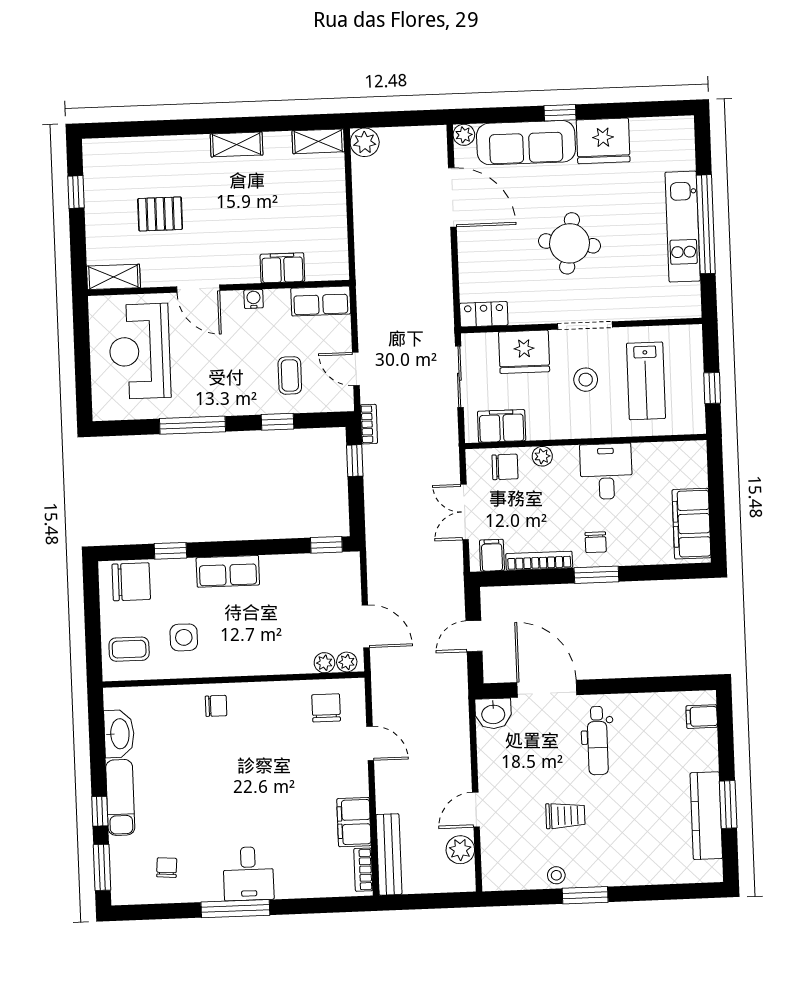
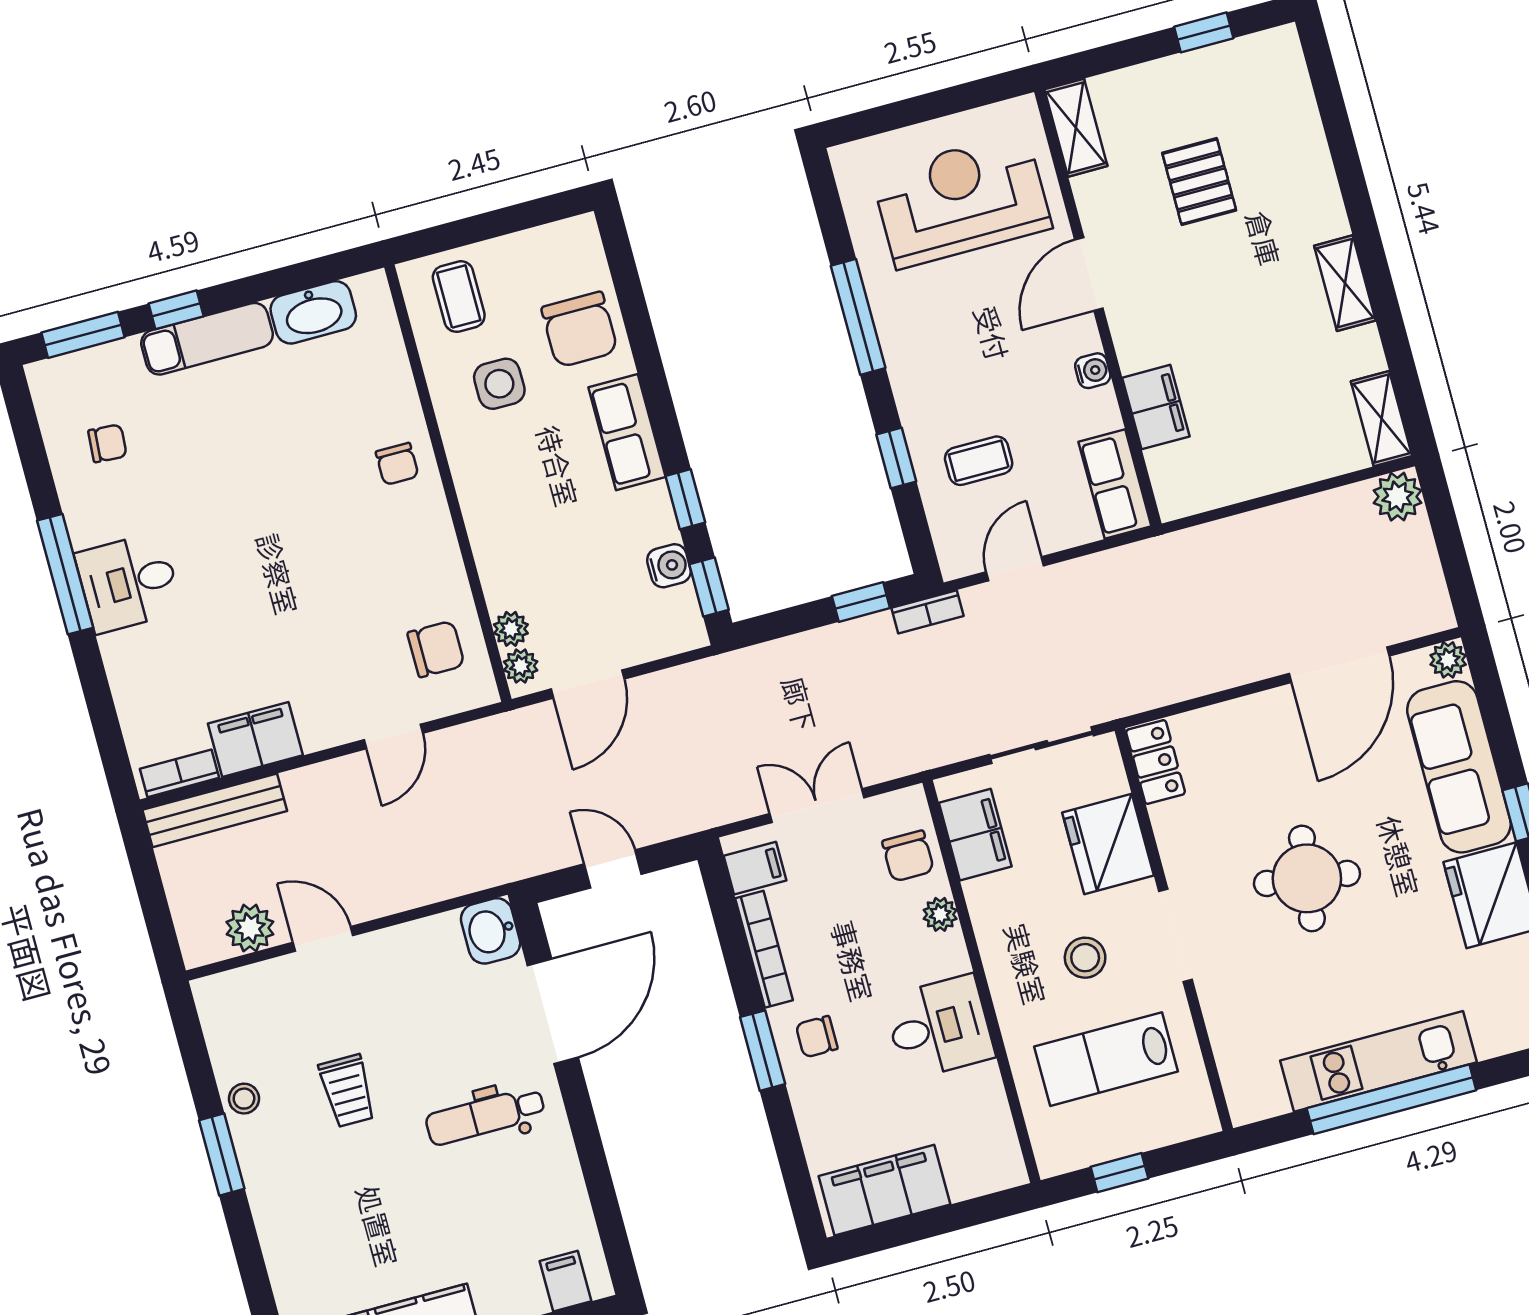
window: (170, 551) -> (685, 499), moved
water cooler: (309, 565) -> (669, 566), added
chair: (131, 582) -> (580, 330), moved

